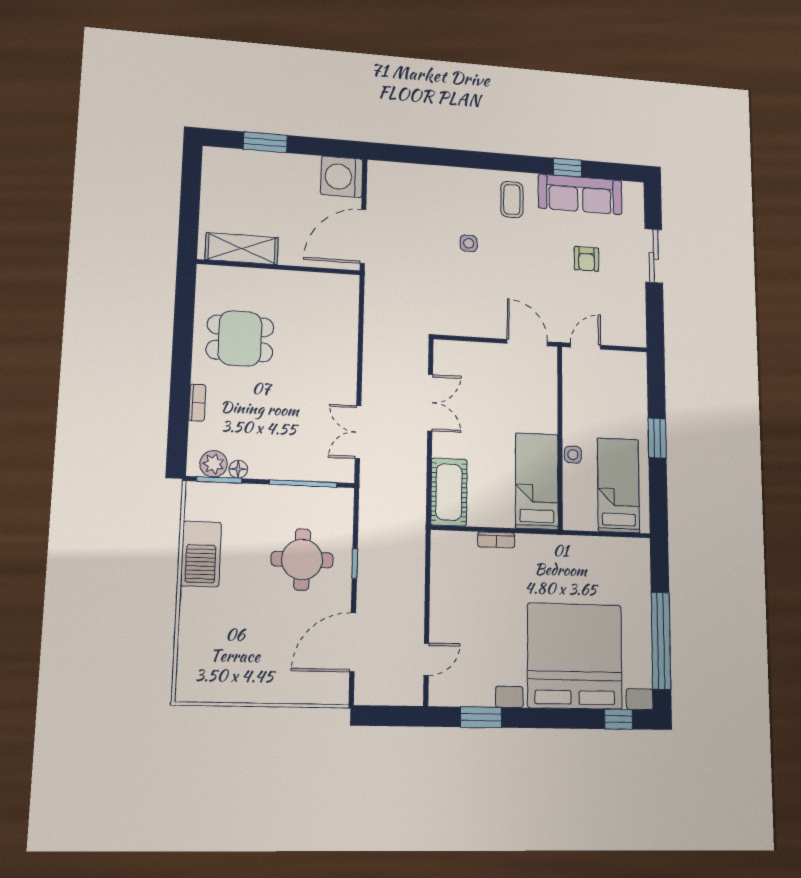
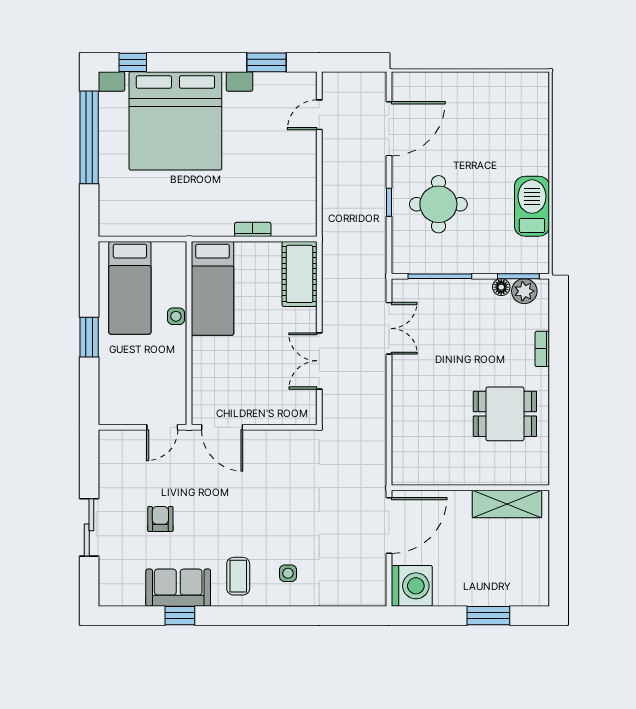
sofa: (580, 194) -> (178, 588), width x0.73
side table: (469, 243) -> (288, 573), moved

